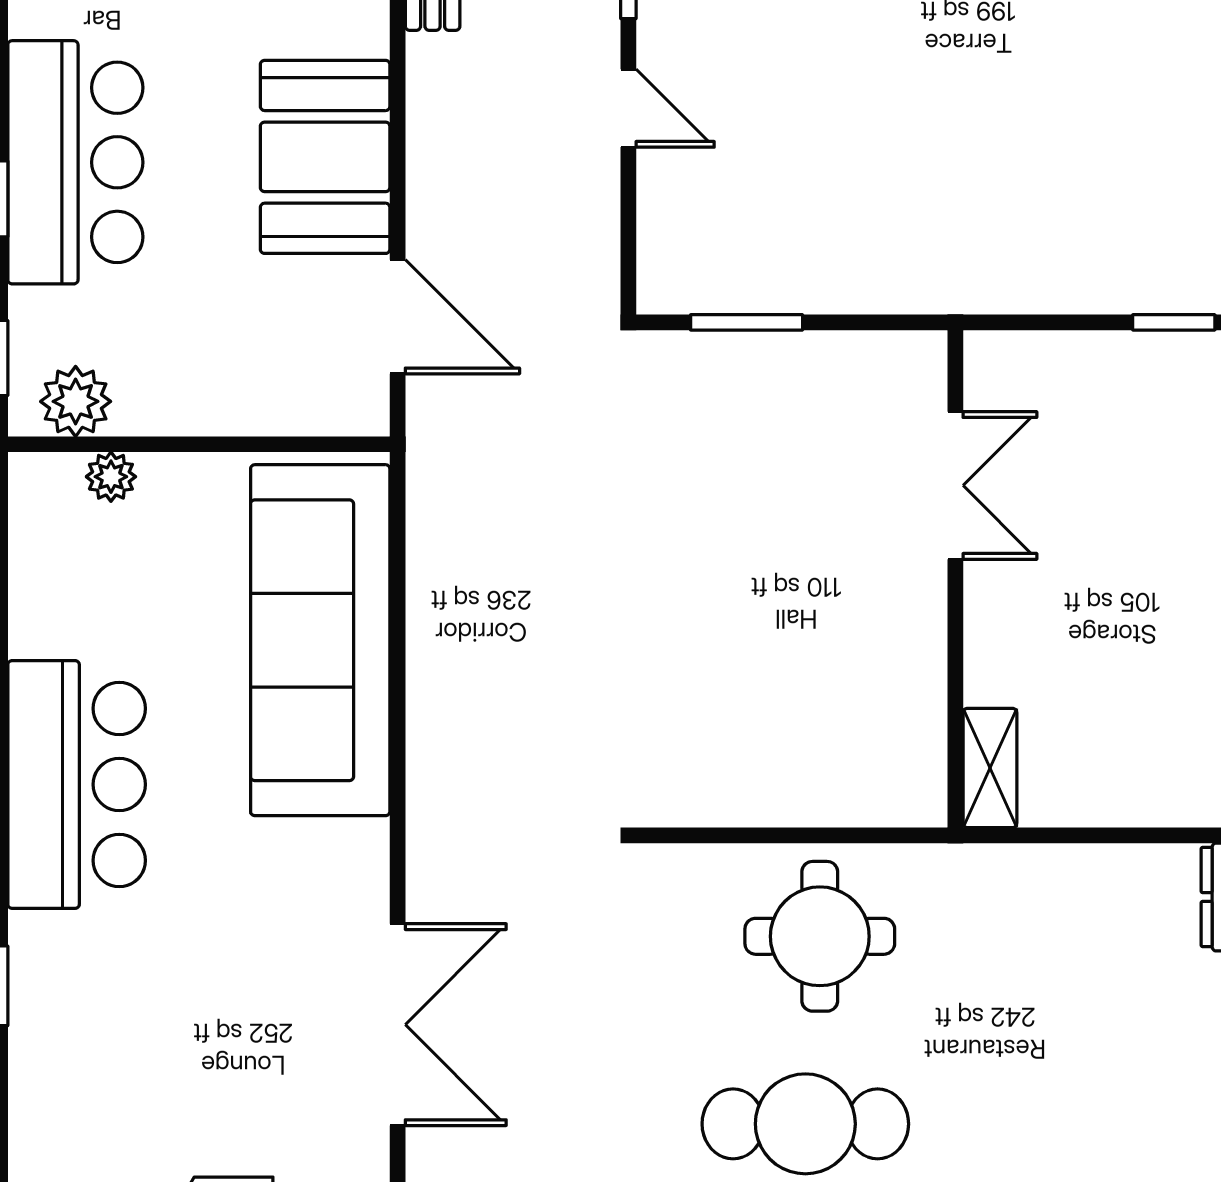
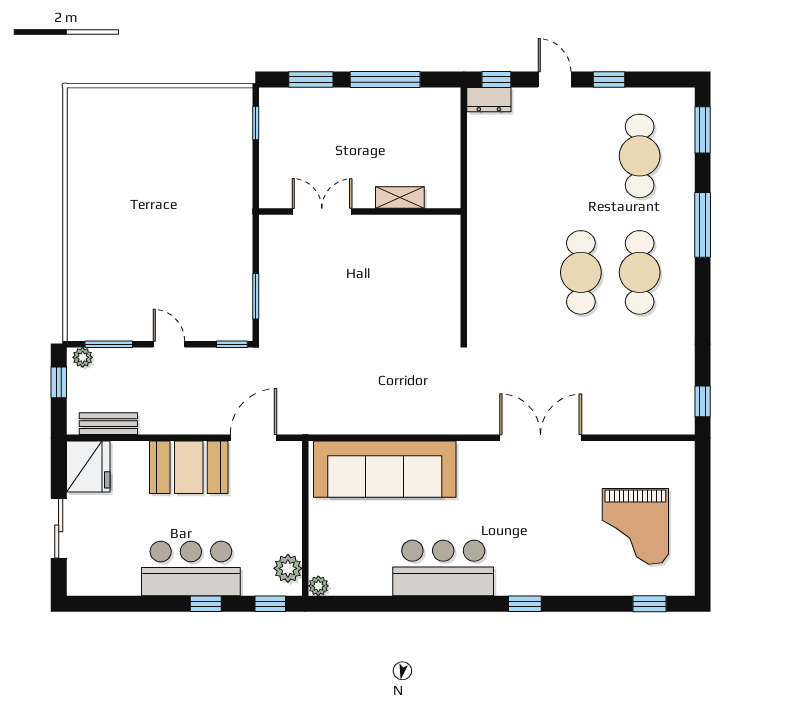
door: (628, 108) -> (169, 344), hinge flipped
window: (628, 263) -> (232, 344), added
plant: (111, 477) -> (318, 586), moved
shelving: (990, 768) -> (400, 198), moved
round table: (820, 936) -> (505, 267), removed

